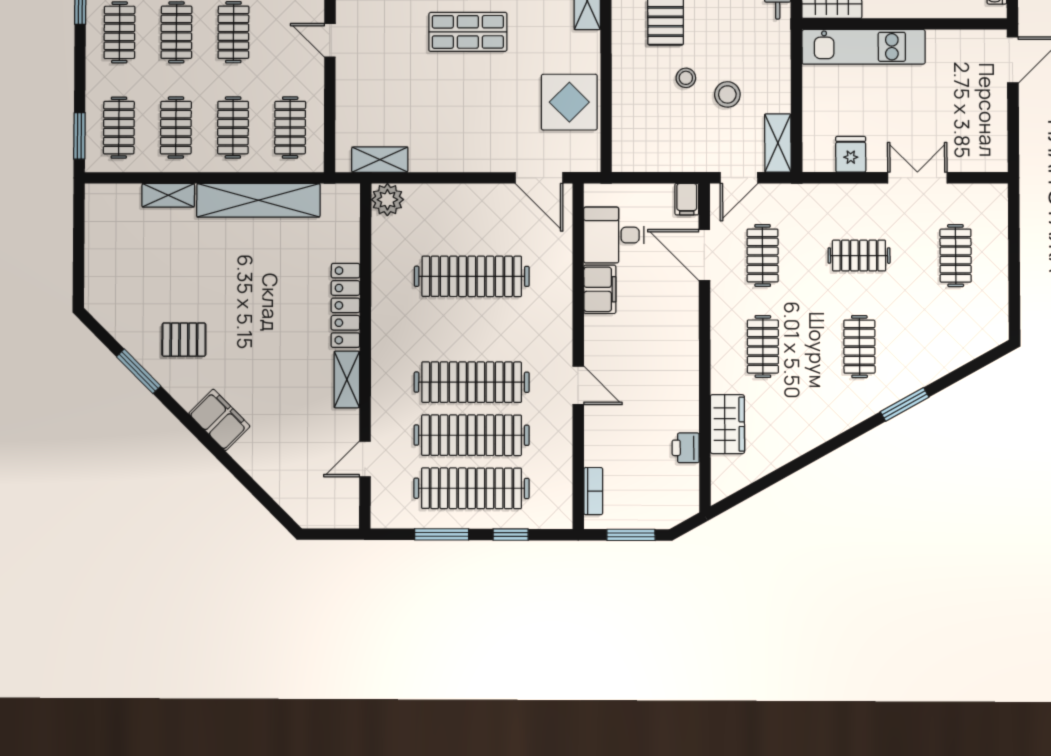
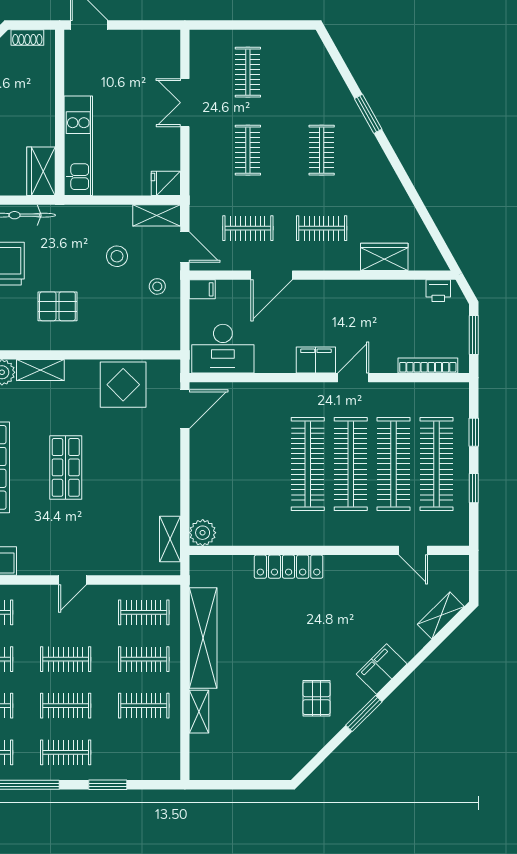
stool: (686, 78) -> (157, 286), moved
clothes rail: (119, 128) -> (144, 752), removed
window: (79, 136) -> (108, 785), moved
fridge: (851, 154) -> (166, 183), moved
desk: (614, 235) -> (223, 349), width x1.37
door: (704, 255) -> (272, 275), moved
clothes rail: (956, 256) -> (248, 72), turned 90
clothes rail: (472, 276) -> (308, 464), moved
filing cabinet: (600, 289) -> (316, 360), moved
clothes rail: (859, 347) -> (322, 150), turned 90
window: (139, 371) -> (364, 714), moved
shelving: (347, 379) -> (441, 615), moved, turned -45
printer: (686, 448) -> (438, 291), moved
bookcase: (593, 491) -> (428, 365), width x1.56
window: (442, 534) -> (474, 488), width x0.67

